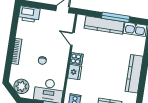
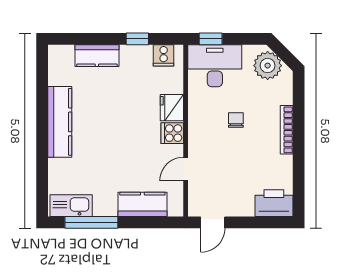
window: (116, 17) -> (91, 222), moved
kitchen counter: (104, 25) -> (142, 204), width x0.67
door: (72, 39) -> (186, 169), swing flipped

